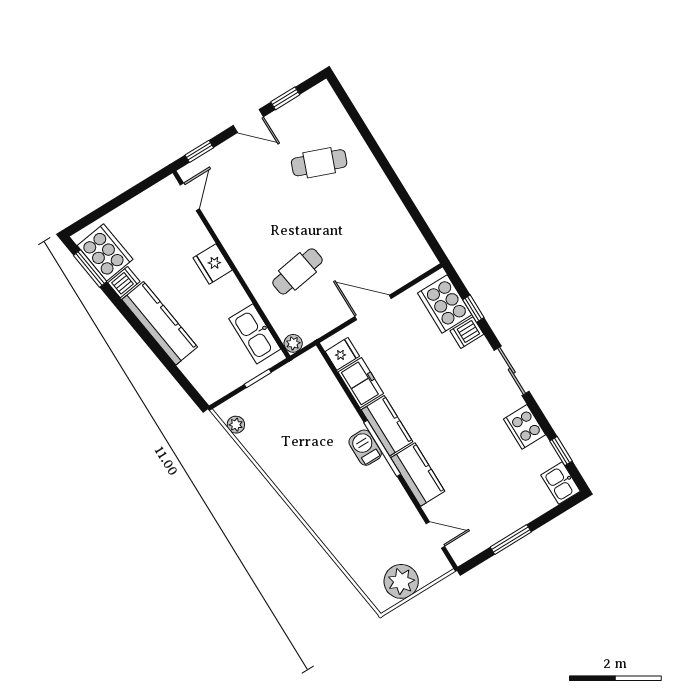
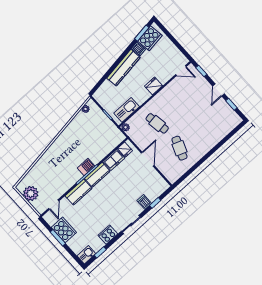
cafe table: (319, 163) -> (179, 148), moved
cooker: (445, 304) -> (64, 230), moved, turned 90

